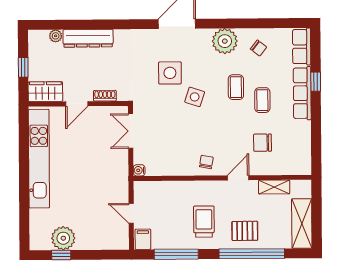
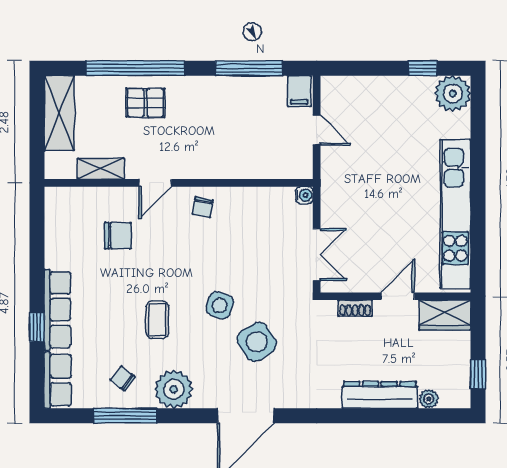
window: (257, 23) -> (125, 416), added
window: (23, 67) -> (478, 374), moved
side table: (170, 73) -> (257, 342), turned -33
coffee table: (262, 100) -> (118, 300), removed
trolley: (204, 222) -> (207, 117), removed
plant: (63, 238) -> (453, 94), moved

